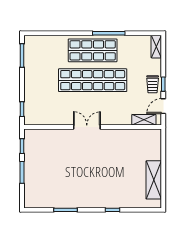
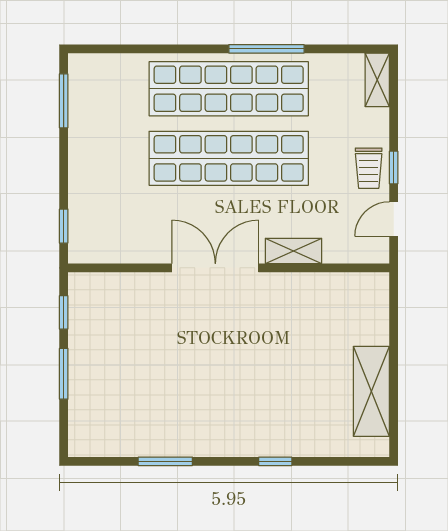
shop shelf: (93, 50) -> (229, 89), width x1.40
shelving: (144, 120) -> (294, 251), moved
double door: (87, 127) -> (215, 268), width x1.37

